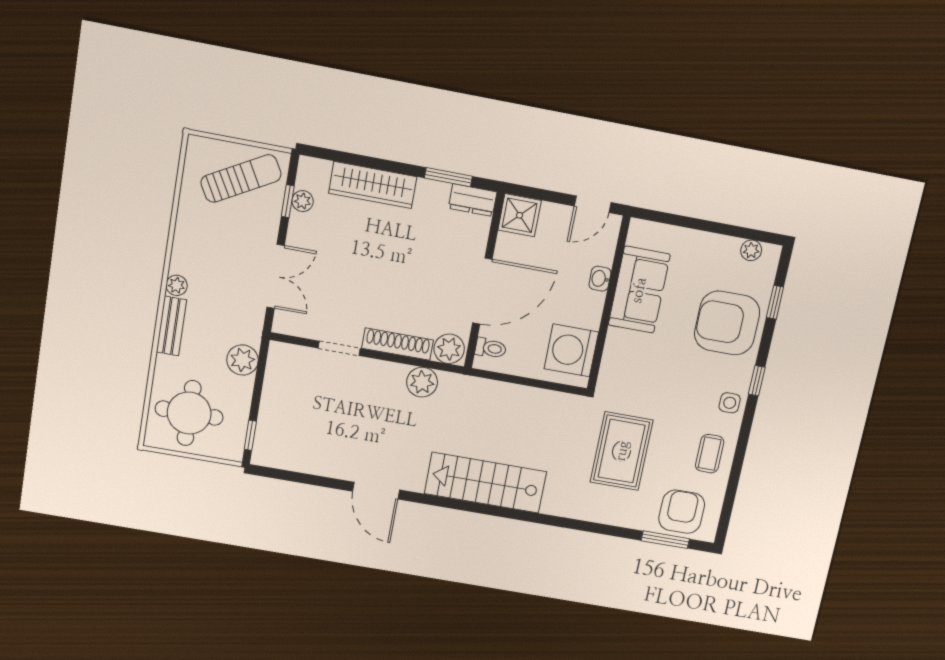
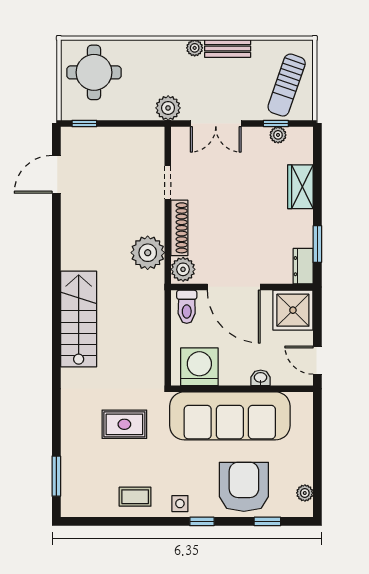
sun lounger: (241, 178) -> (287, 85), turned 48
wardrobe: (373, 185) -> (300, 187), width x0.67
shower: (520, 215) -> (293, 310), width x1.36, depth x1.36
sofa: (639, 290) -> (230, 416), width x1.85, depth x1.27
bench: (171, 326) -> (228, 49), moved
toilet: (491, 348) -> (187, 307), width x1.37, depth x1.39
plant: (242, 360) -> (168, 108), moved
plant: (422, 382) -> (148, 253), width x1.36, depth x1.36
rug: (622, 451) -> (124, 424), width x0.73, depth x0.70
door: (376, 491) -> (56, 174), moved
armchair: (682, 512) -> (82, 484), removed

